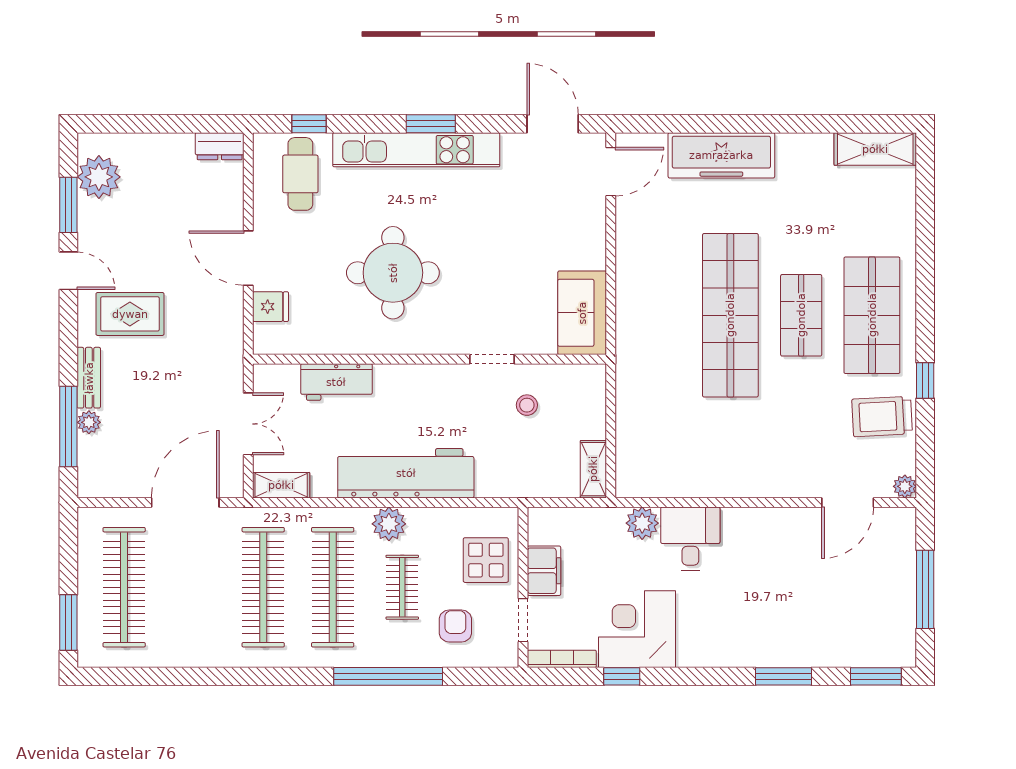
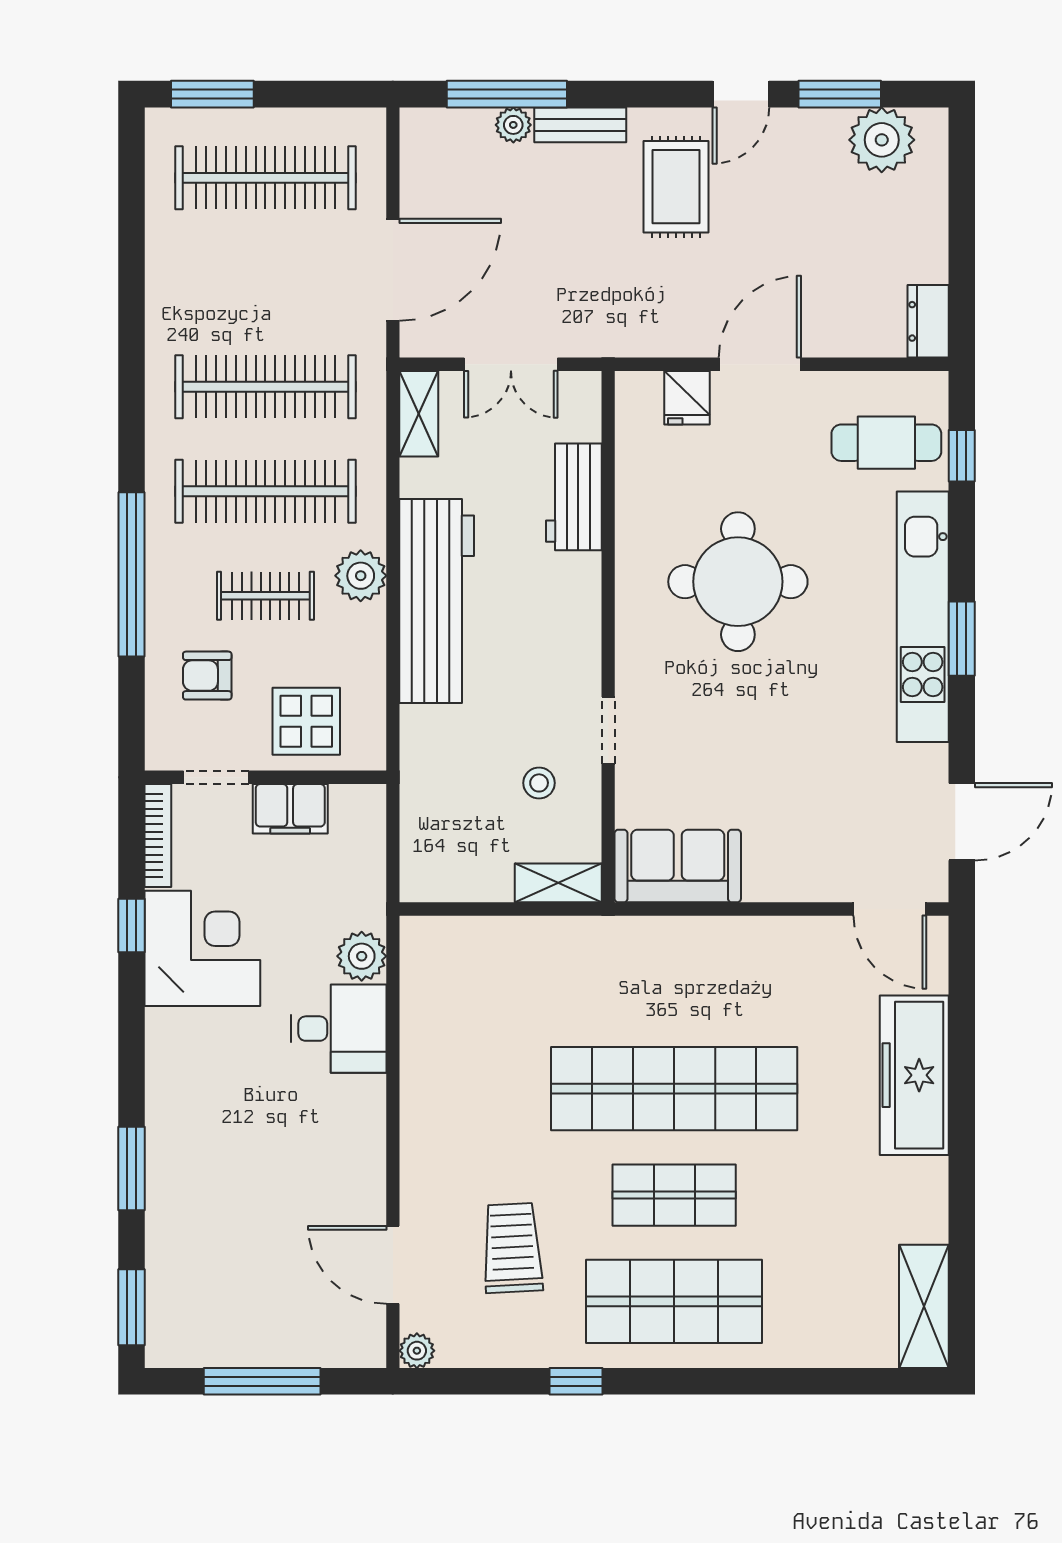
trolley: (882, 416) -> (512, 1248), moved
shelving: (593, 469) -> (558, 883), moved
door: (185, 502) -> (393, 270), hinge flipped
armchair: (455, 626) -> (207, 676), turned 180

